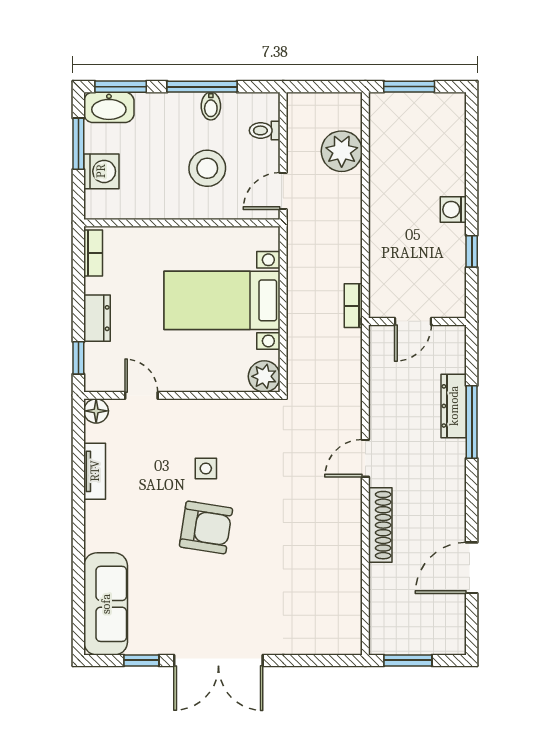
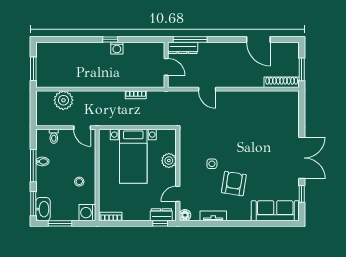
stool: (207, 168) -> (79, 182), moved, width x0.53, depth x0.53
washing machine: (101, 171) -> (87, 213), moved, turned -90
washing machine: (453, 210) -> (117, 48), moved
dresser: (97, 318) -> (161, 215), moved
door: (413, 321) -> (166, 67), moved
wall: (417, 321) -> (166, 65), moved
plant: (264, 376) -> (169, 161), moved
shoe rack: (380, 525) -> (282, 82), moved
armchair: (206, 527) -> (234, 184), moved

